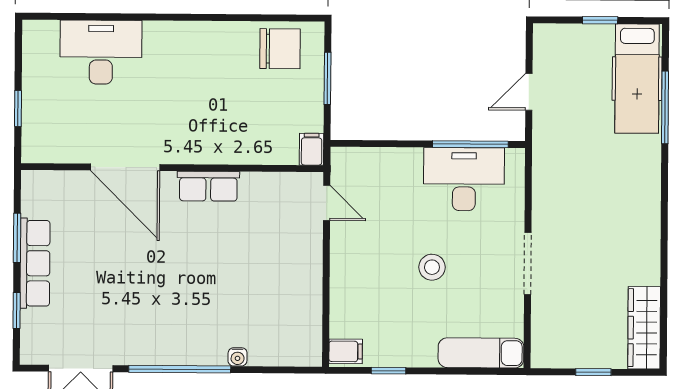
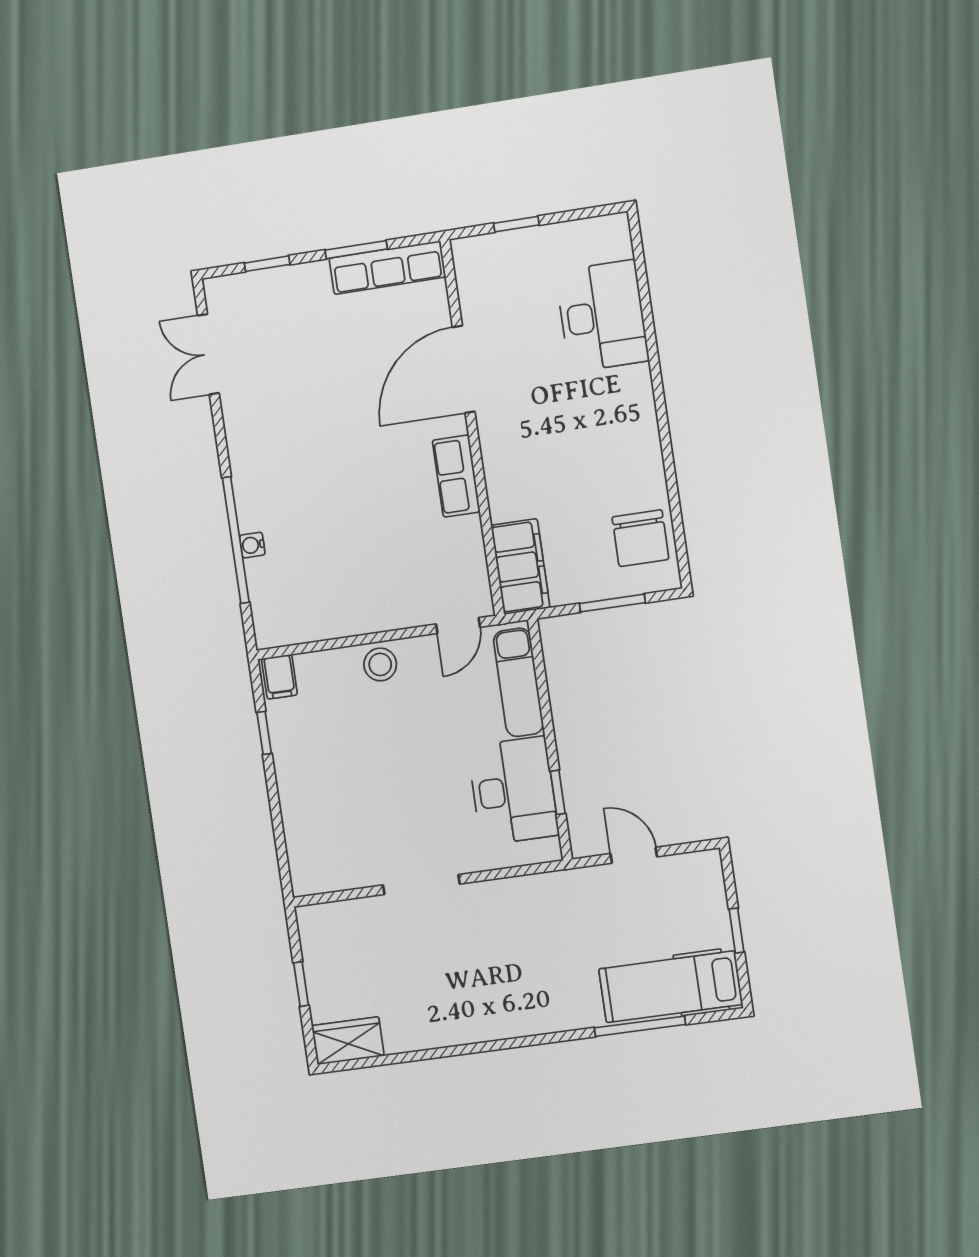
window: (470, 144) -> (558, 792), width x0.46
filing cabinet: (312, 149) -> (520, 567), width x3.00, depth x1.17
row of seats: (35, 263) -> (387, 268), moved
stool: (432, 267) -> (380, 664), moved
wardrobe: (644, 328) -> (348, 1041), width x0.67
exam couch: (481, 353) -> (518, 682), moved, turned 180
window: (180, 369) -> (236, 540), moved

